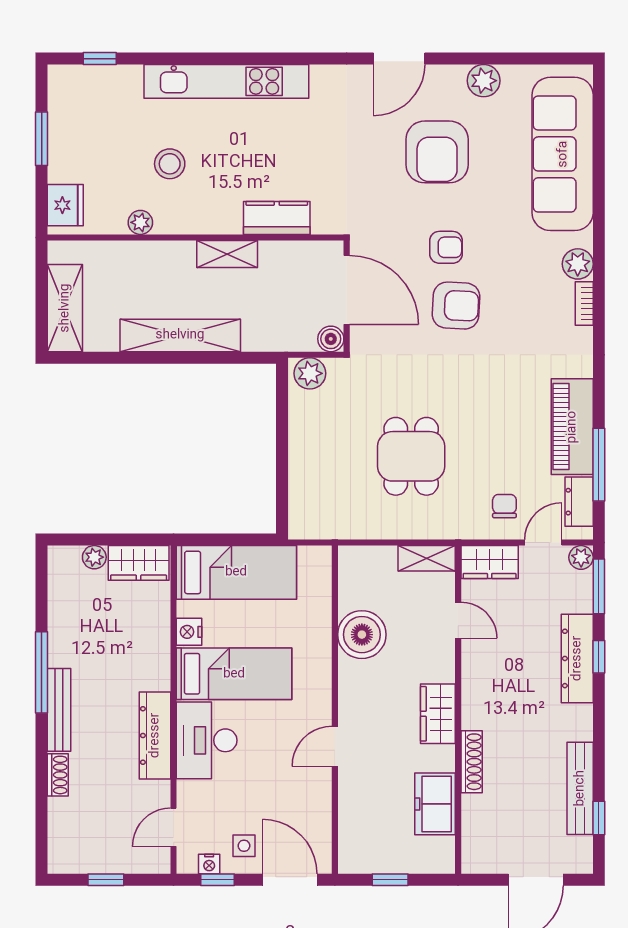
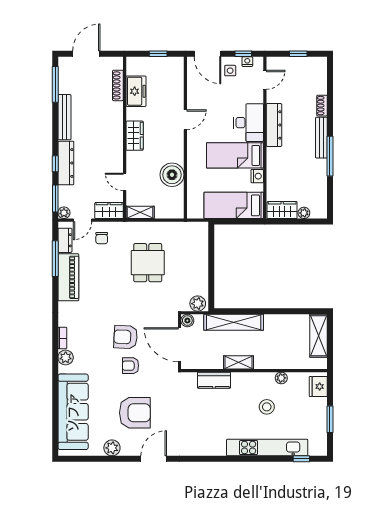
kitchen unit: (226, 81) -> (267, 448), moved
armchair: (437, 152) -> (135, 413), turned 90
shelving: (180, 335) -> (234, 322), moved
shoe rack: (472, 762) -> (118, 85), moved
bench: (580, 788) -> (64, 117), moved
window: (599, 818) -> (55, 84), width x2.17

